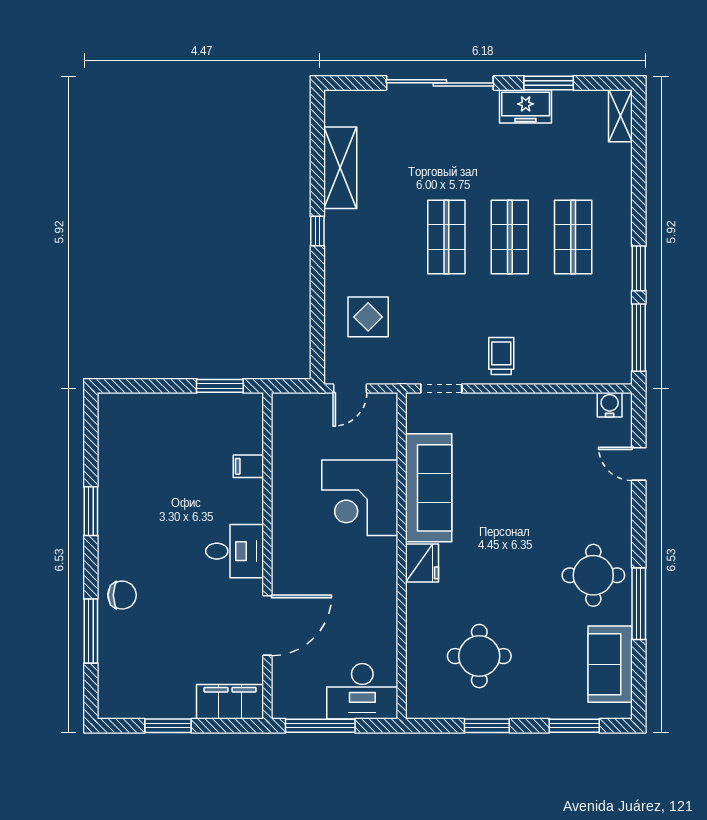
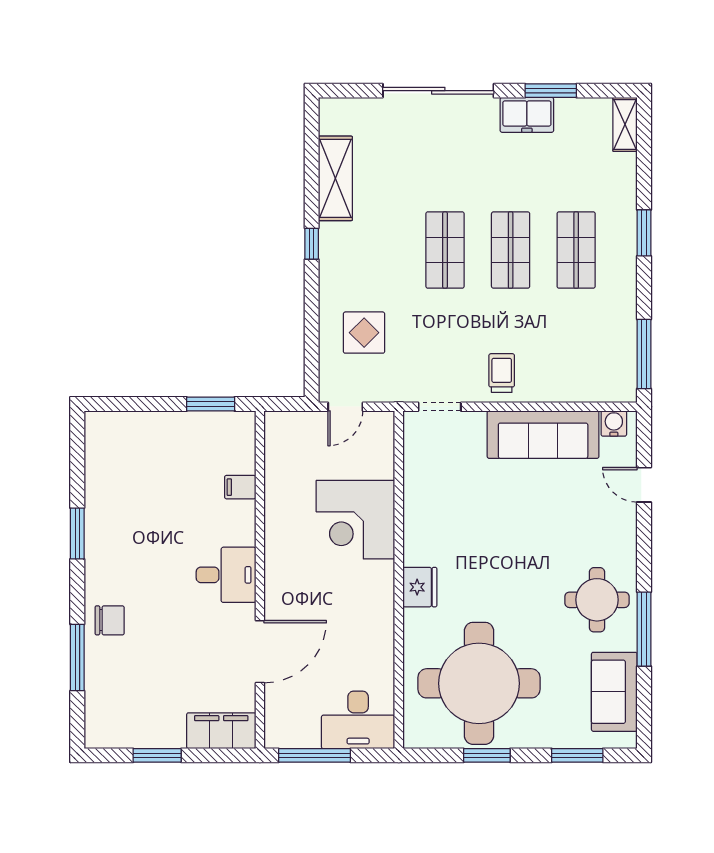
window: (639, 268) -> (644, 233), moved
sofa: (429, 488) -> (543, 435), moved, turned 90
round table: (479, 656) -> (479, 683), width x1.86, depth x1.86

